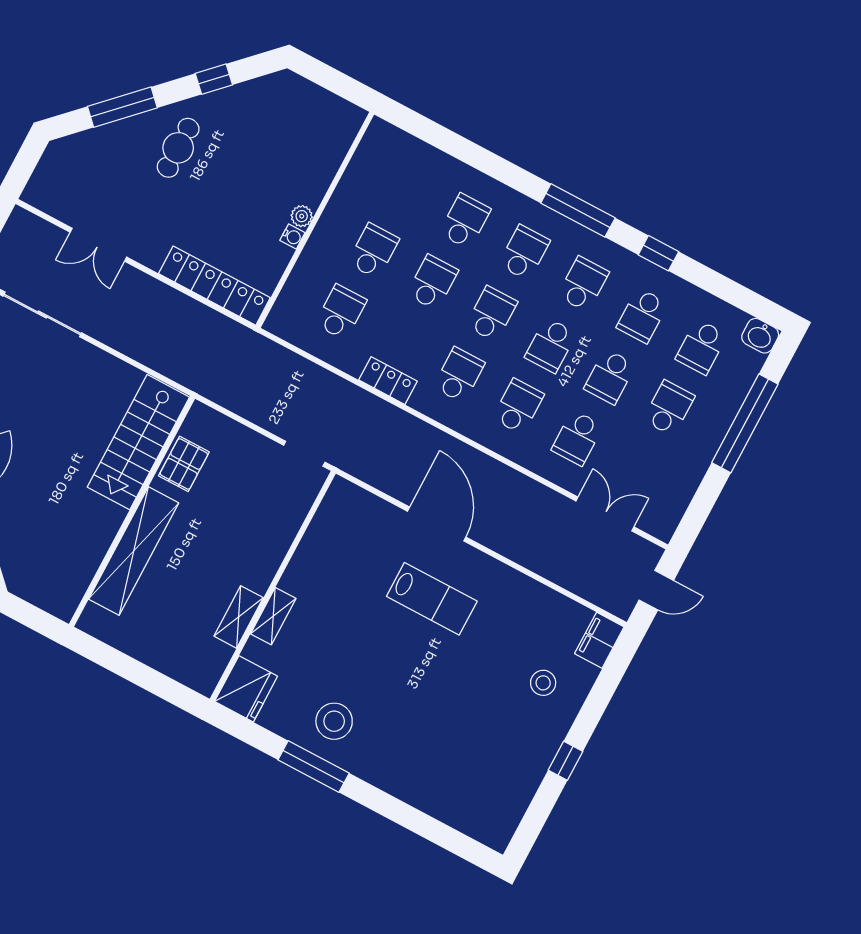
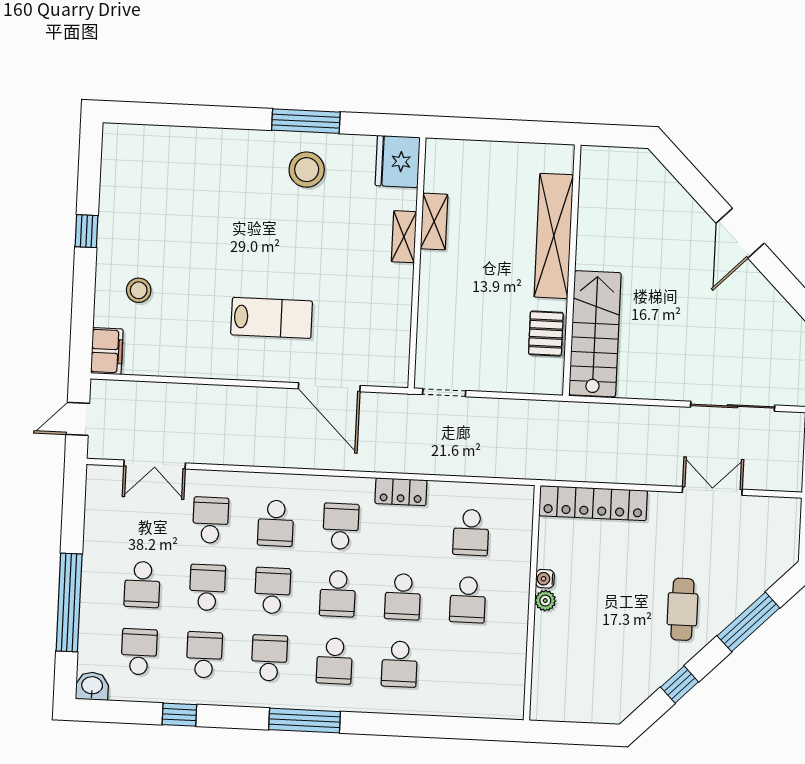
window: (658, 253) -> (179, 715), moved
school desk: (583, 284) -> (269, 658), turned 180
school desk: (459, 375) -> (341, 526), turned 180
door: (437, 524) -> (329, 387), moved
lab bench: (432, 599) -> (272, 318), turned 180

